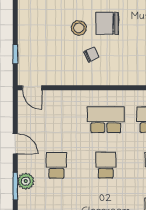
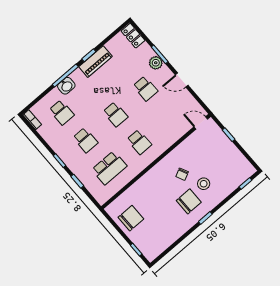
school desk: (106, 120) -> (139, 142), width x0.54

